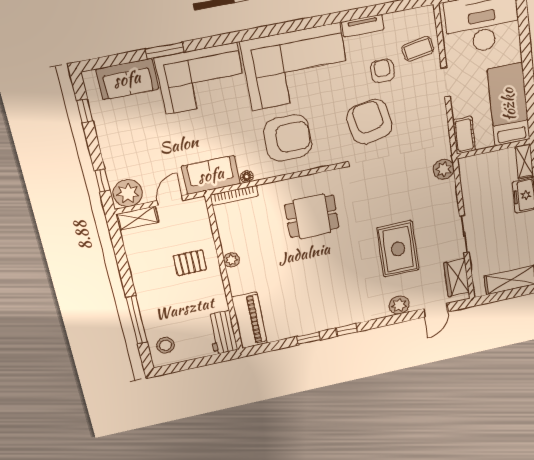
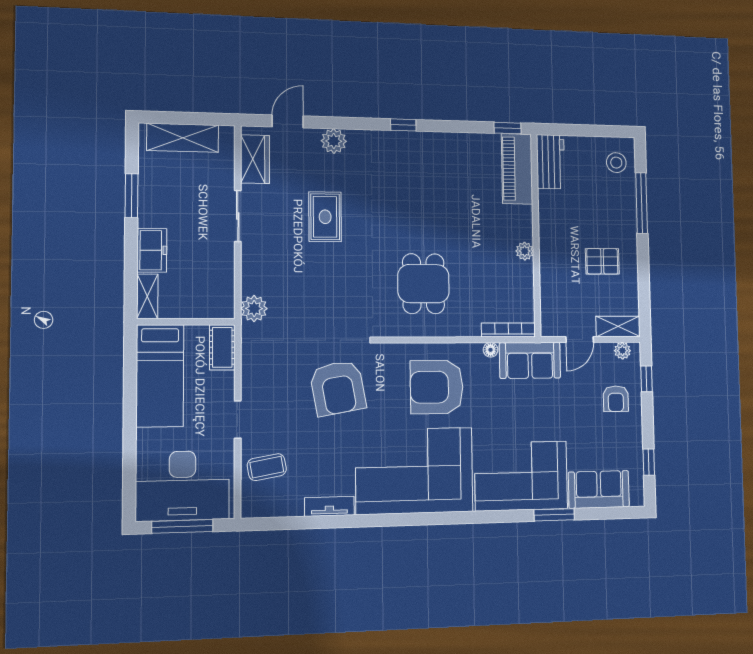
armchair: (382, 71) -> (616, 399), moved
plant: (128, 193) -> (622, 351), width x0.53, depth x0.53
dining table: (312, 216) -> (423, 284), turned 90
rug: (398, 249) -> (325, 217), width x0.73, depth x0.70
pallet: (190, 263) -> (602, 261), moved
window: (309, 338) -> (508, 128), moved

